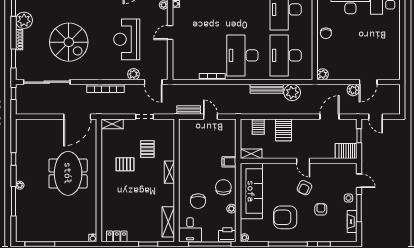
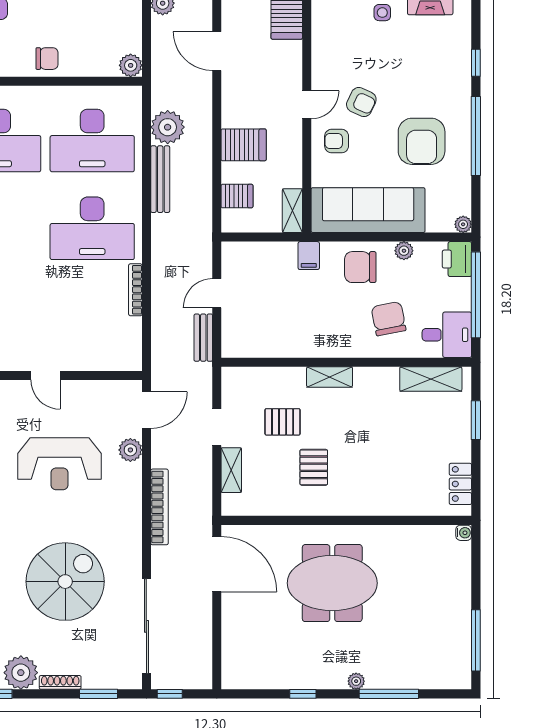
shelving: (112, 124) -> (231, 470), moved
chair: (198, 201) -> (389, 319), turned -101
armchair: (321, 209) -> (337, 141), moved

